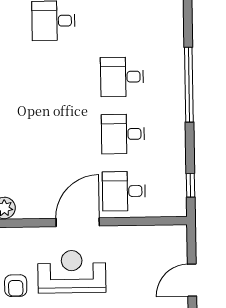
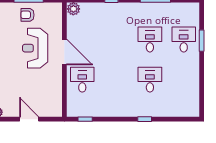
window: (189, 85) -> (145, 119), width x0.32
desk: (123, 134) -> (150, 40), moved
reception desk: (72, 272) -> (35, 48), turned 180

